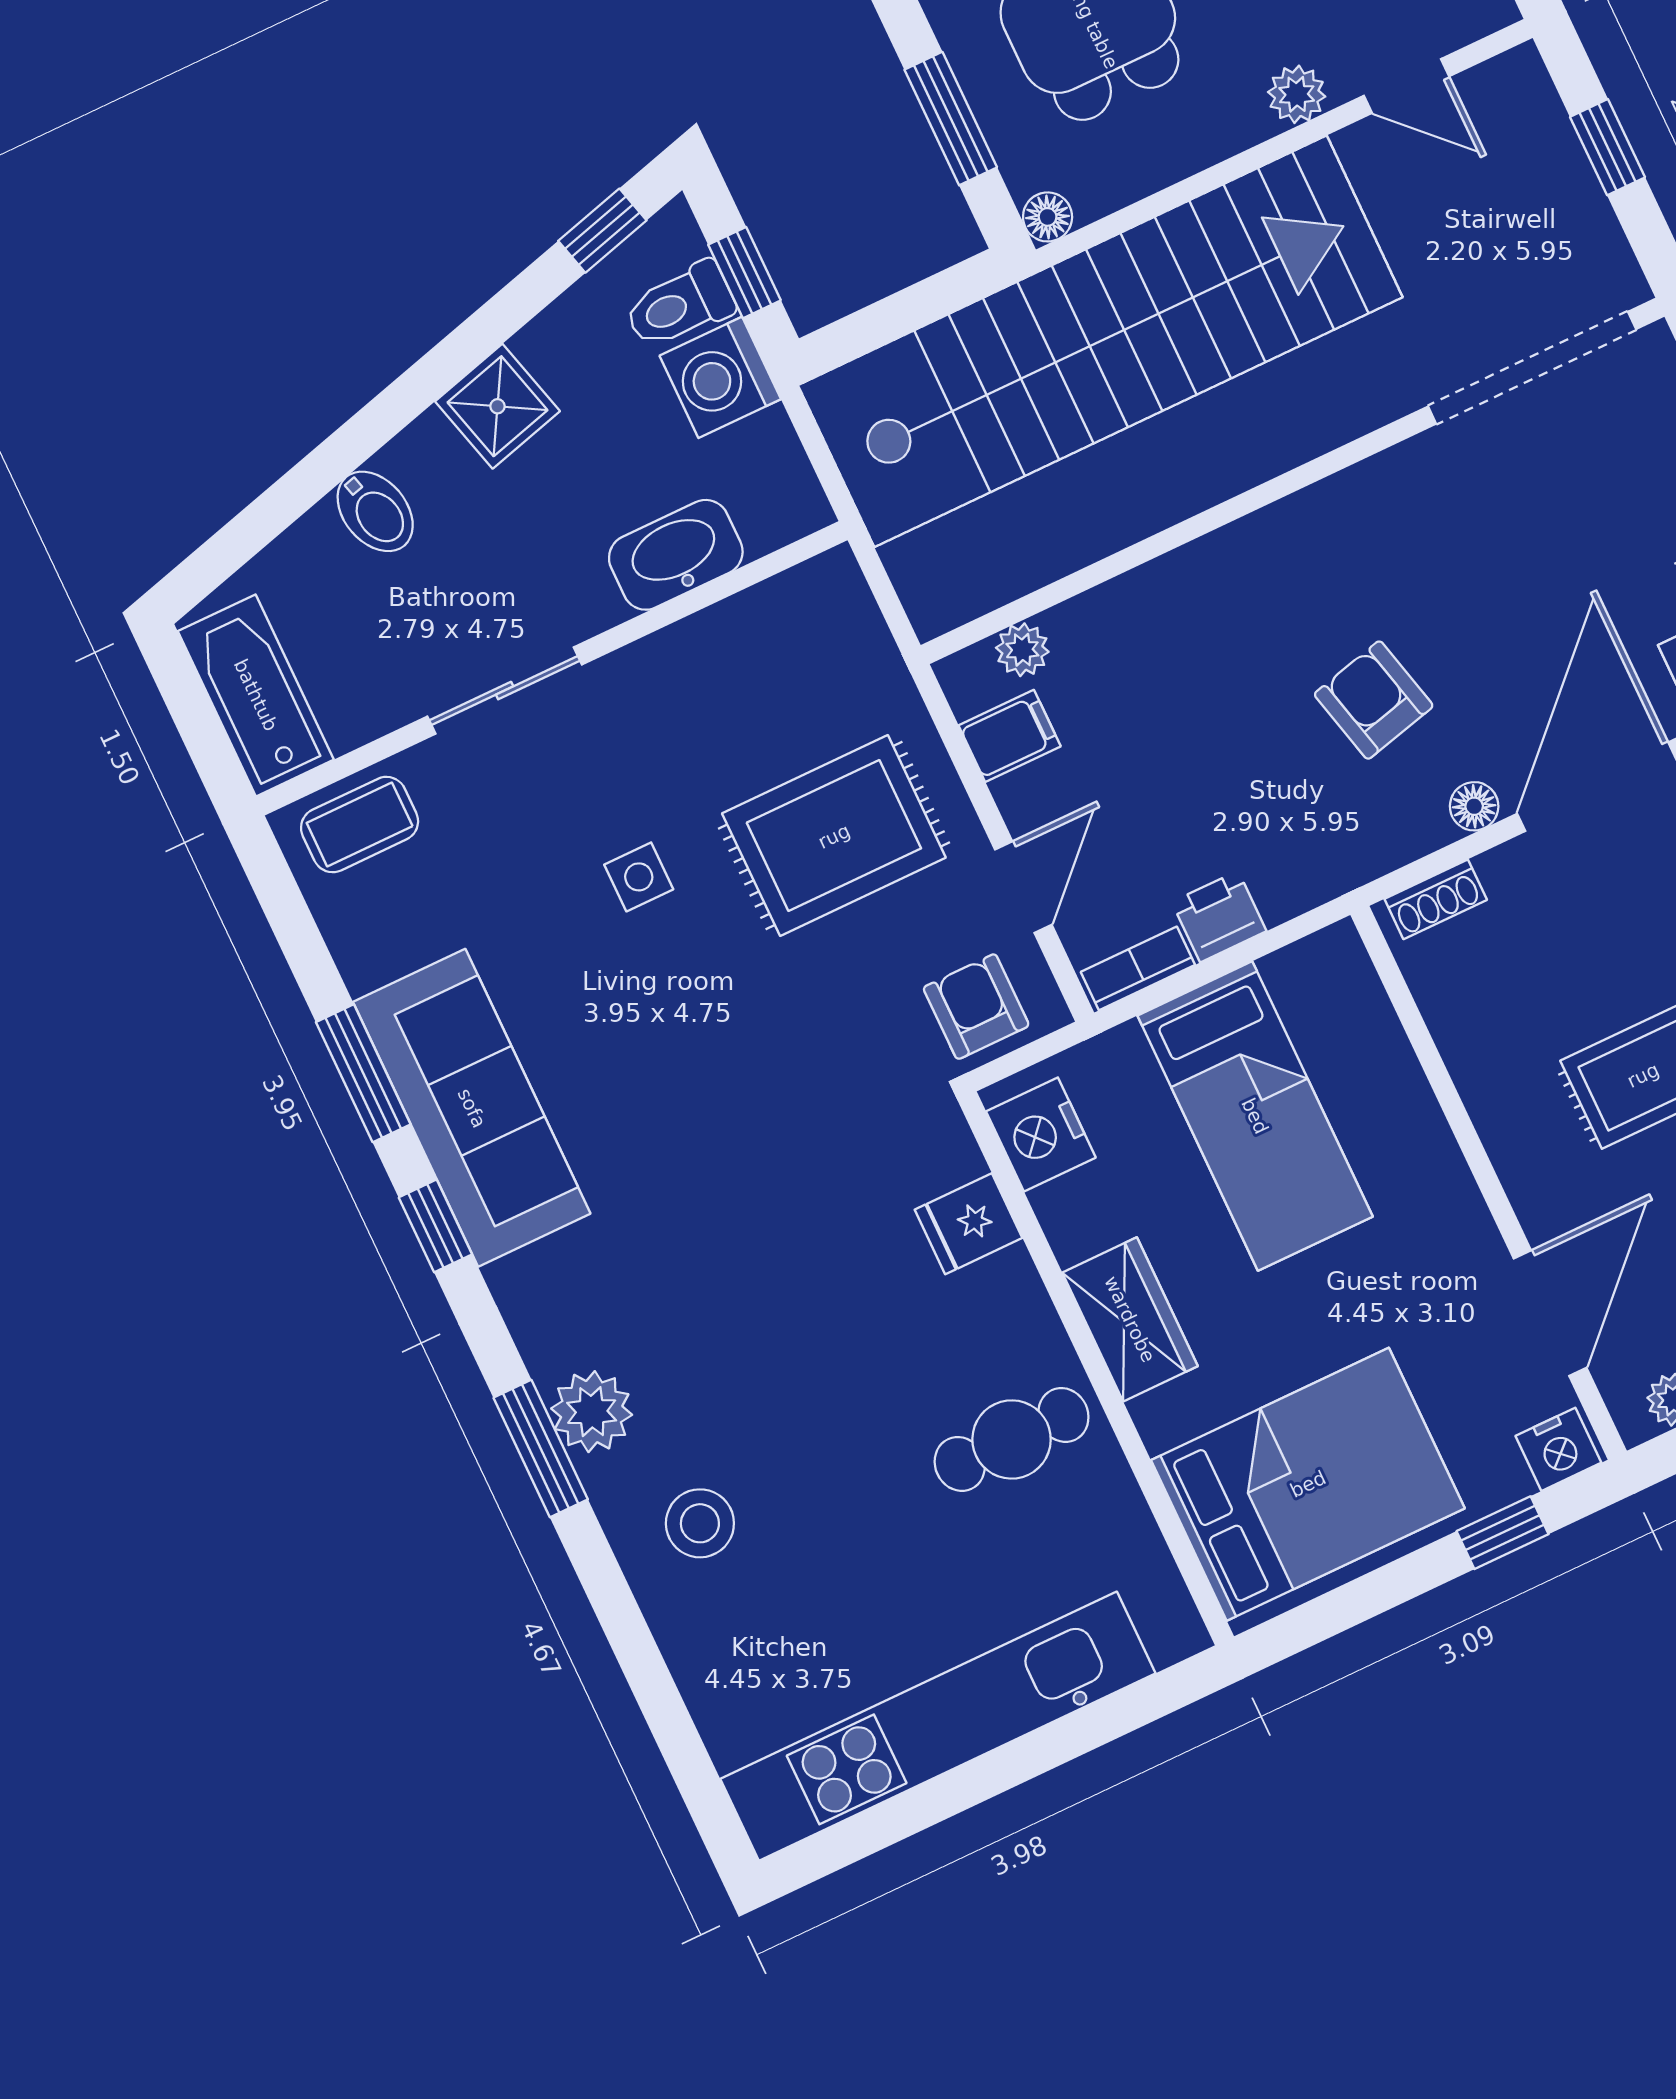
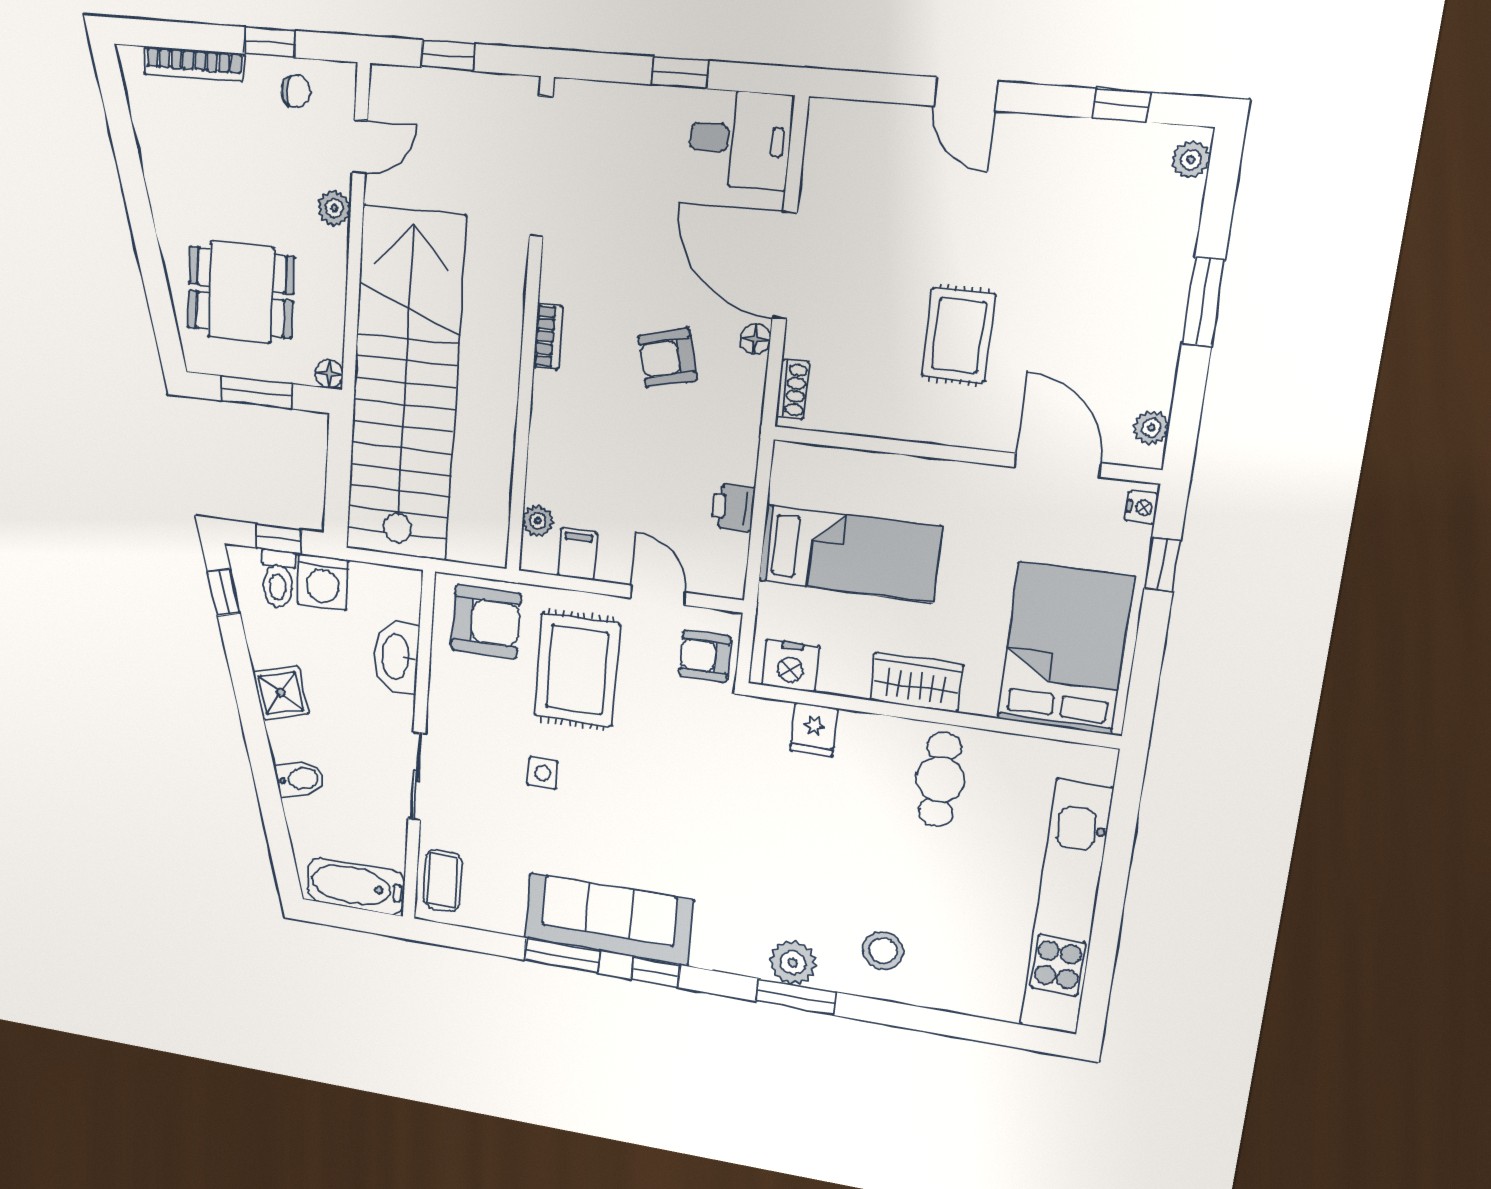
armchair: (820, 660) -> (486, 622), added
bookcase: (1138, 968) -> (548, 337), moved, turned 180
nightstand: (1558, 1449) -> (1142, 507), width x0.72, depth x0.74

